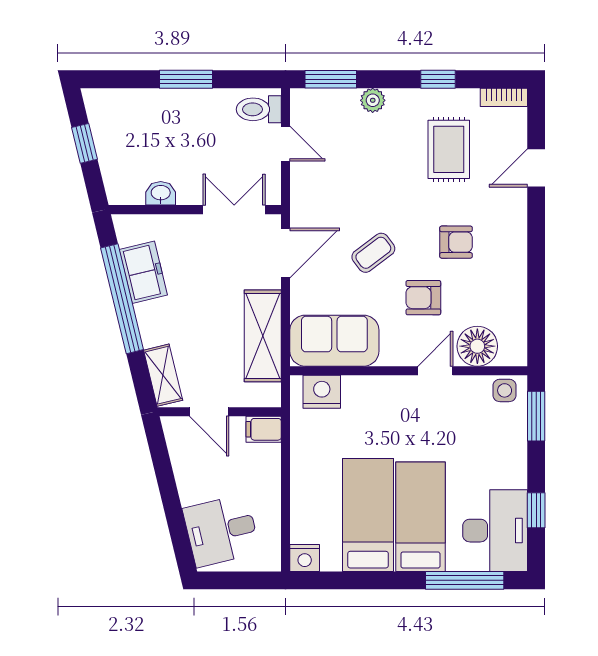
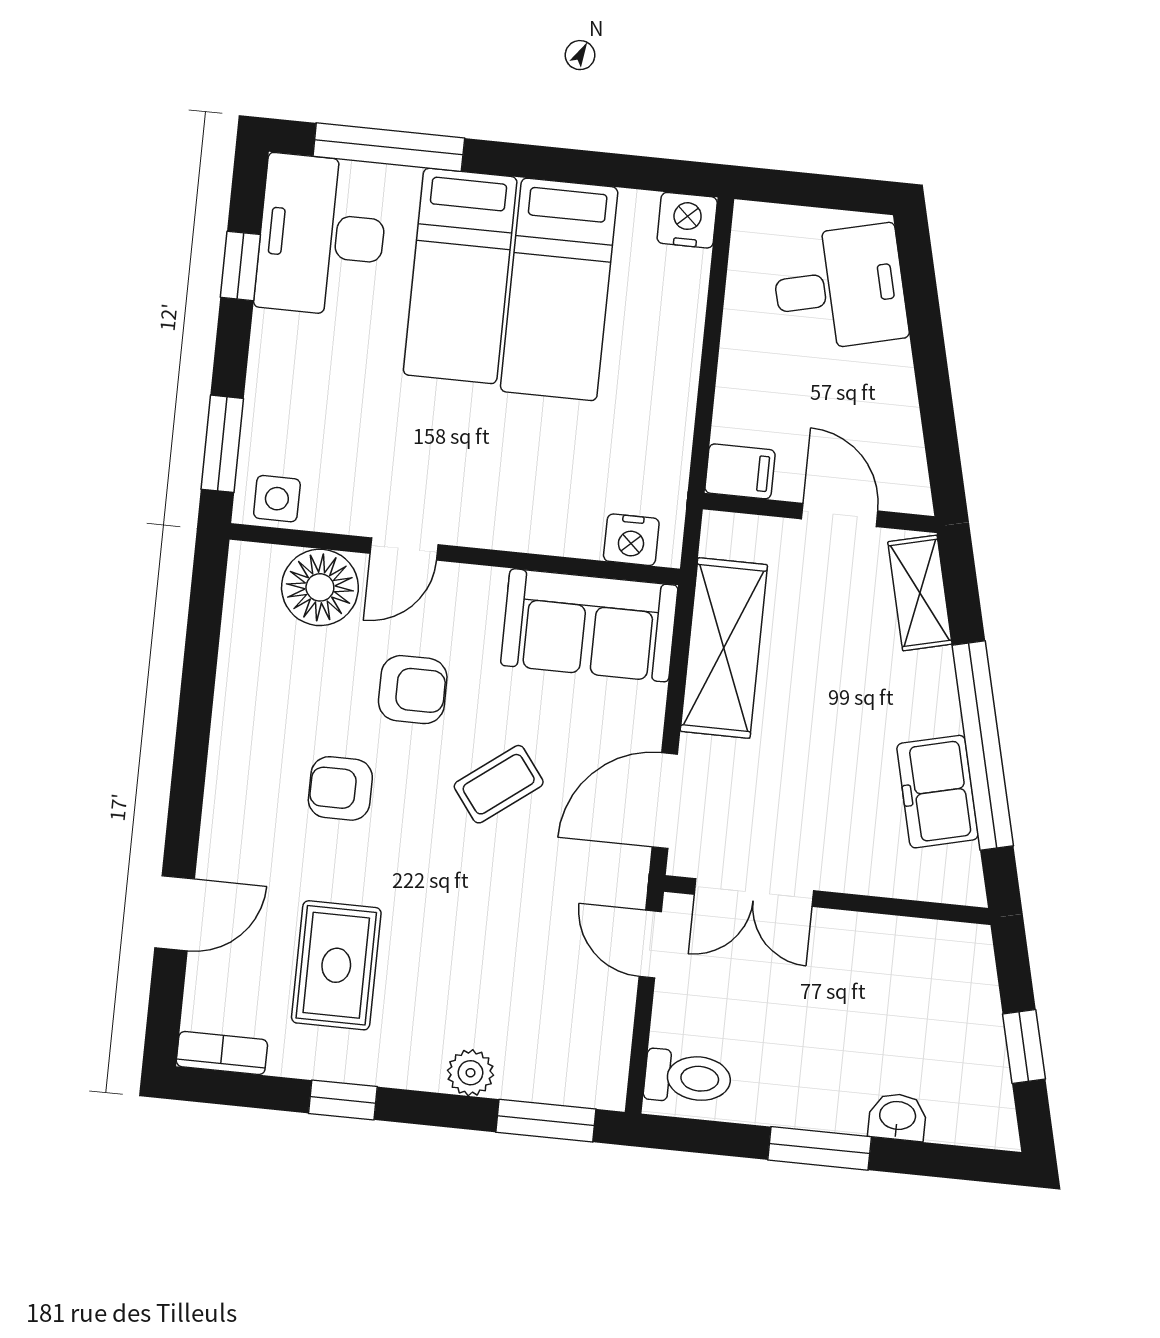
door: (286, 144) -> (650, 944), moved
washbasin: (161, 193) -> (897, 1117), moved, turned 180
nightstand: (322, 392) -> (631, 540), width x0.74, depth x0.75

